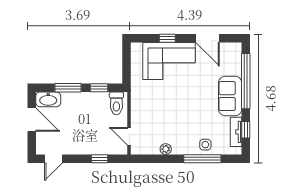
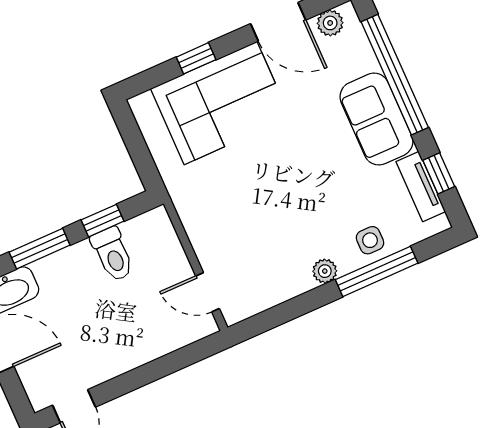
plant: (229, 48) -> (330, 23), added
toilet: (116, 103) -> (113, 254), moved
plant: (166, 149) -> (325, 271), moved
window: (100, 159) -> (168, 364), removed

